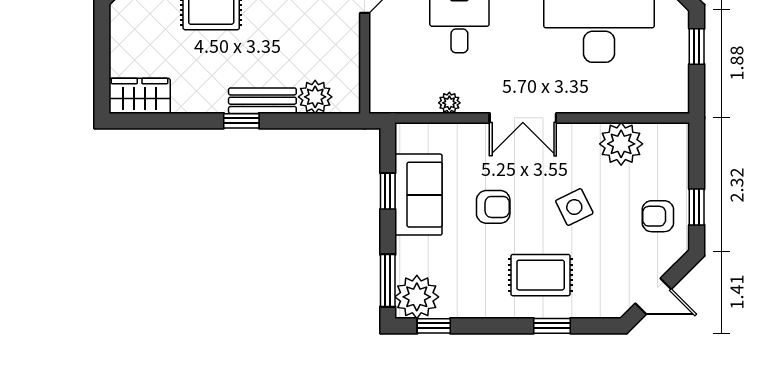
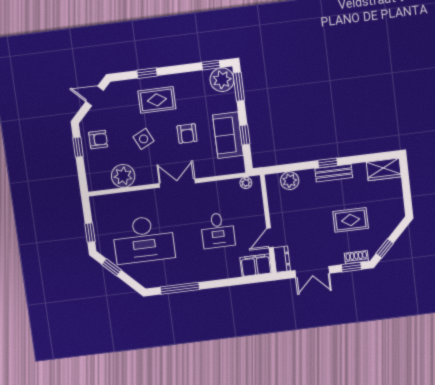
bench: (262, 101) -> (334, 173), moved
plant: (449, 103) -> (246, 183), moved
armchair: (493, 207) -> (187, 134), turned -90

